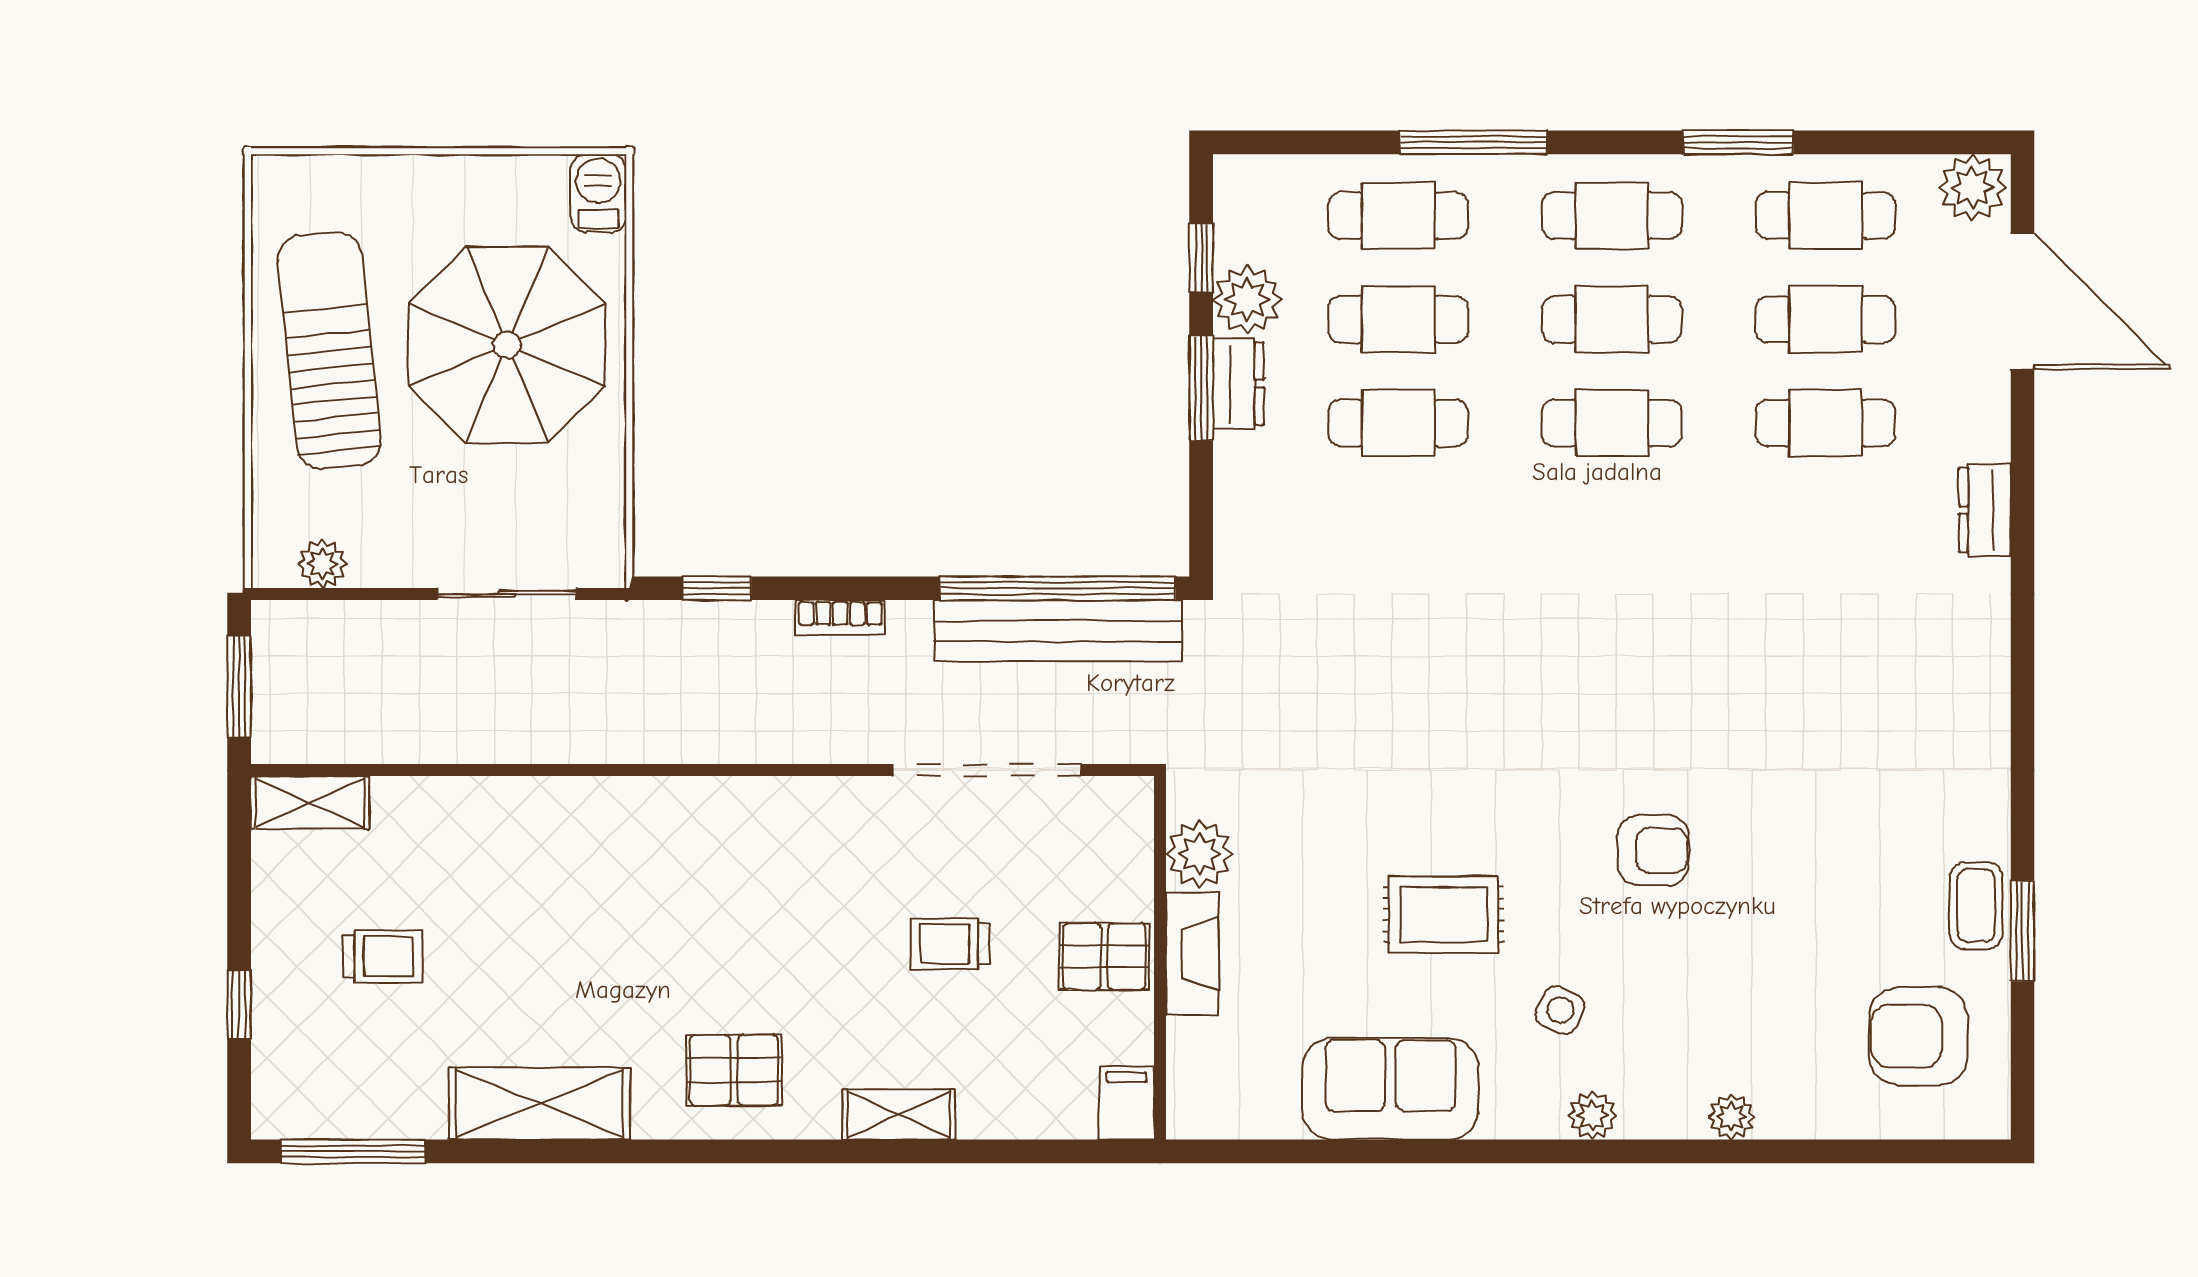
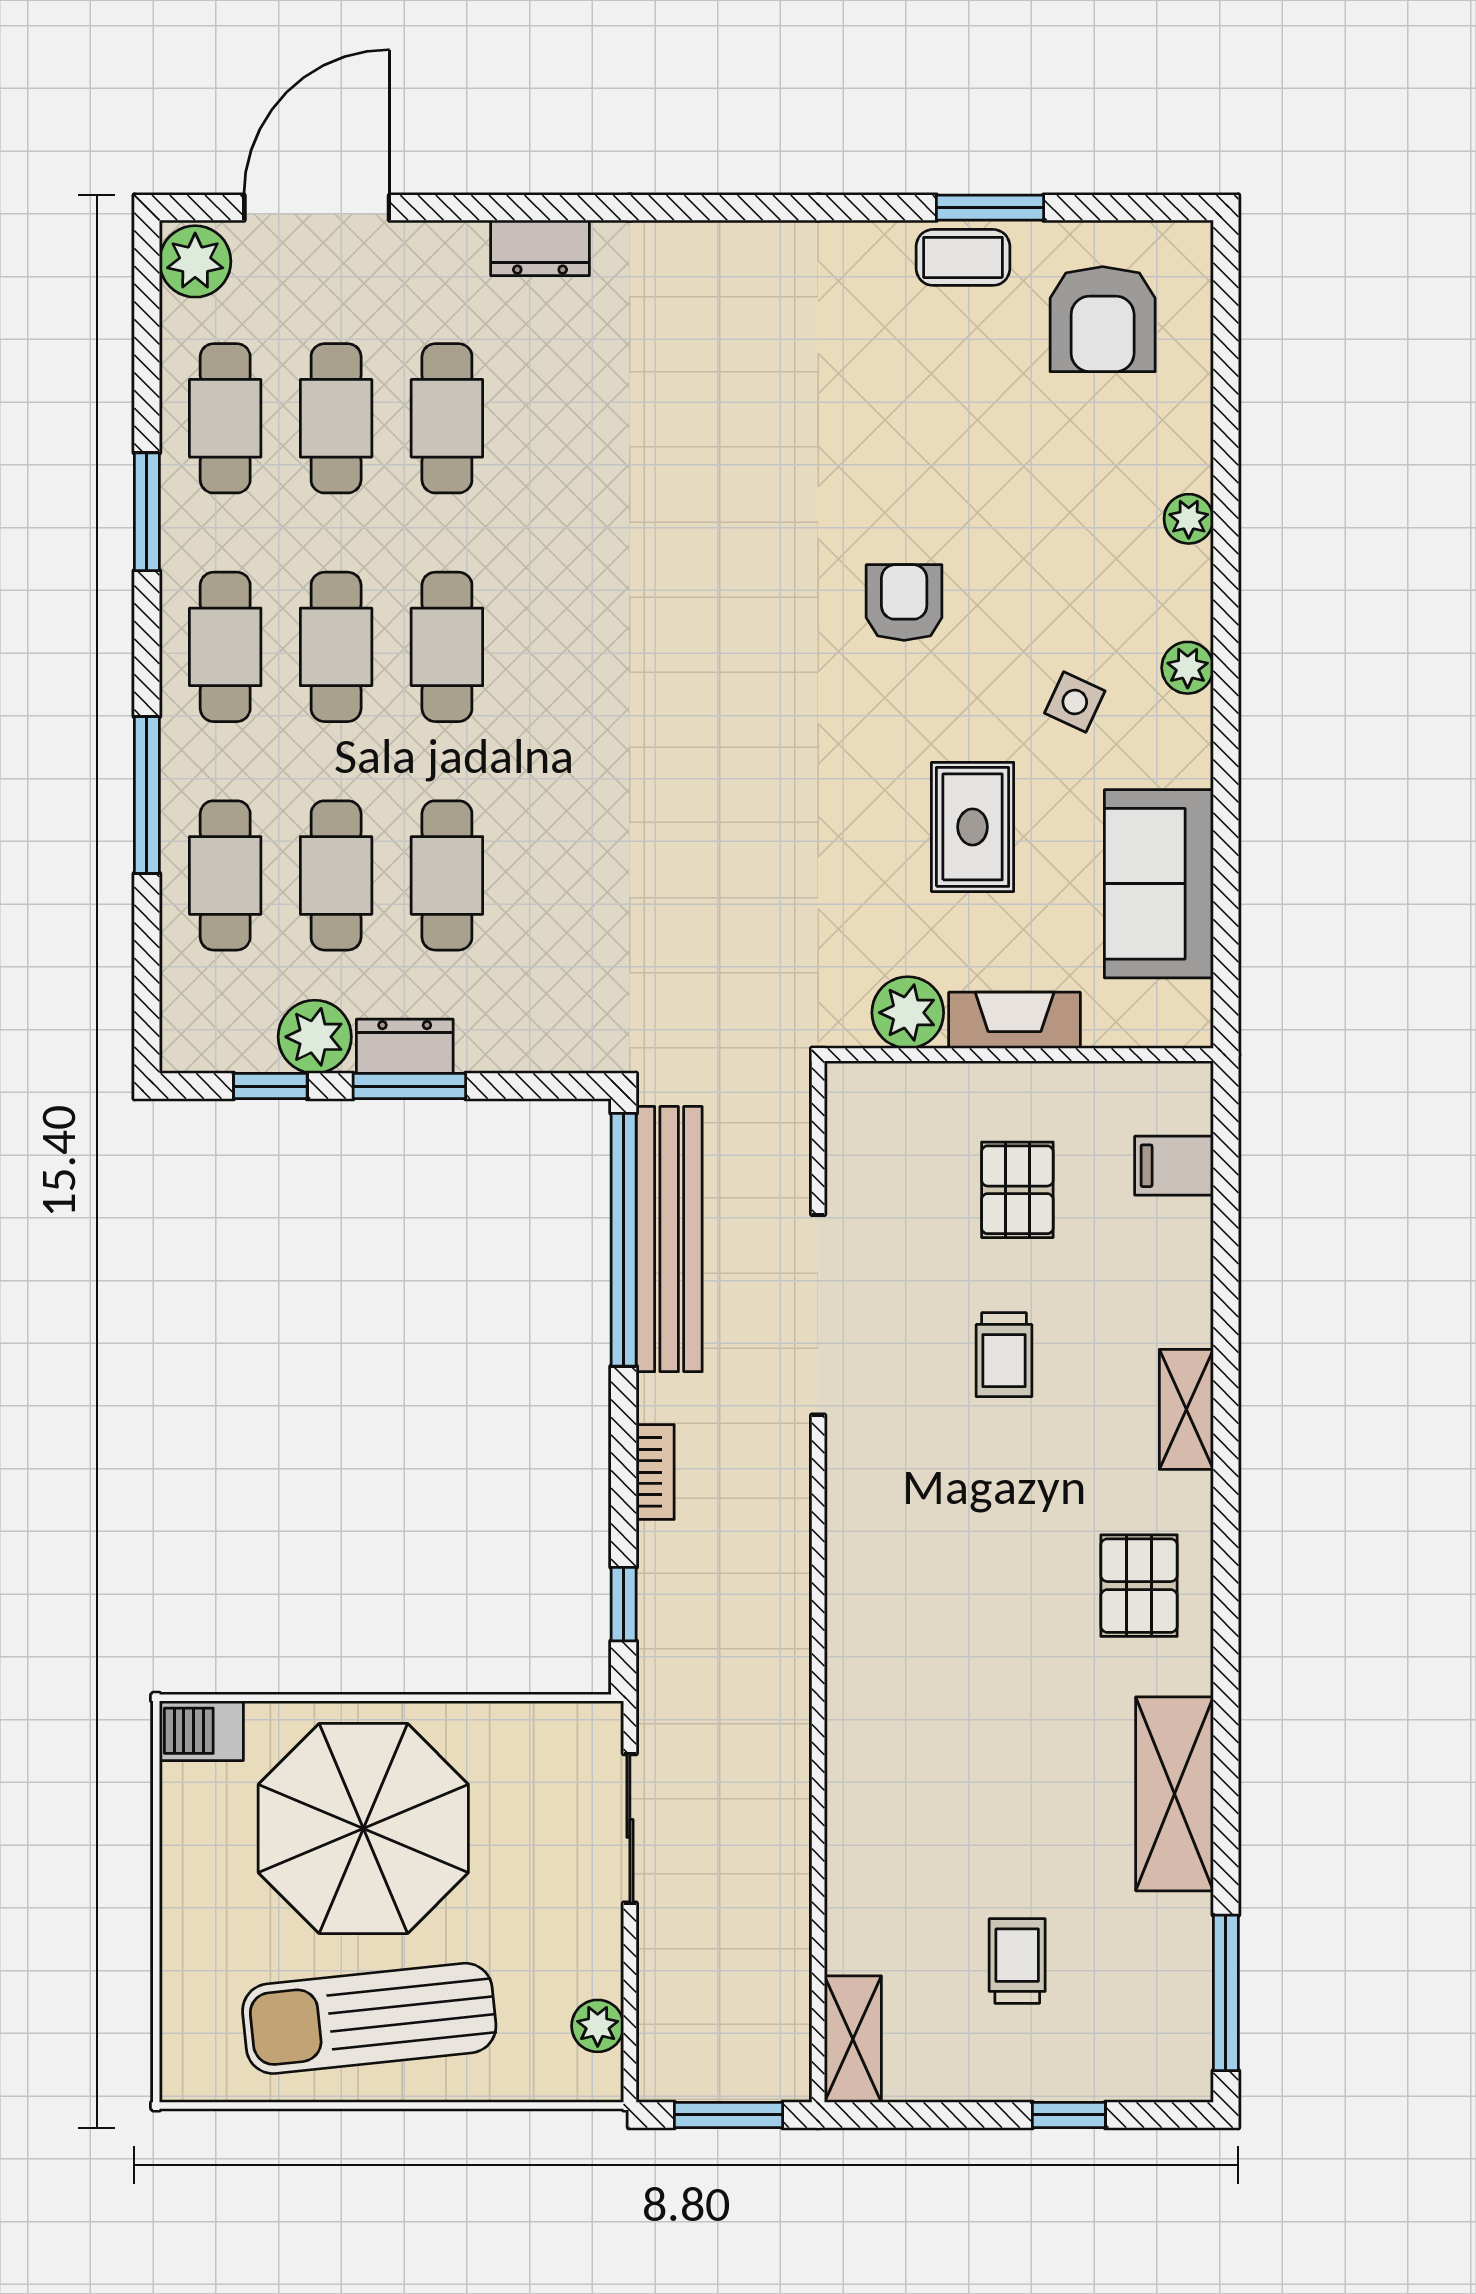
plant: (1200, 854) -> (908, 1013), moved
fireplace: (1192, 954) -> (1015, 1020), moved
wall: (1160, 958) -> (1019, 1055), moved

